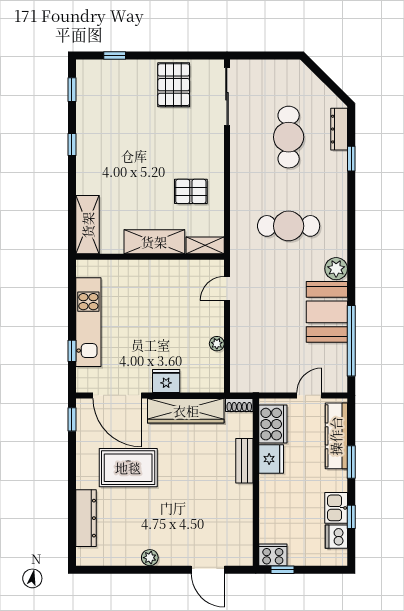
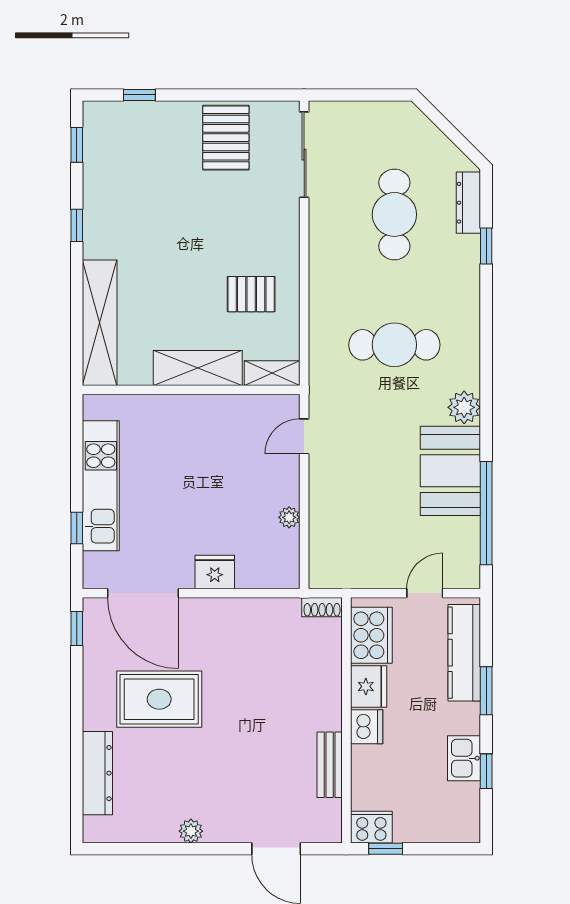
shelving: (88, 225) -> (100, 323), width x1.47
wardrobe: (186, 411) -> (244, 616), removed
bench: (244, 461) -> (330, 765), moved
dishwasher: (336, 537) -> (367, 727), moved, turned 180

